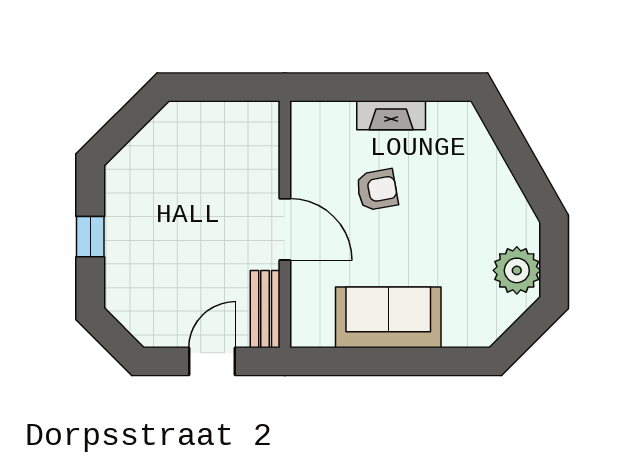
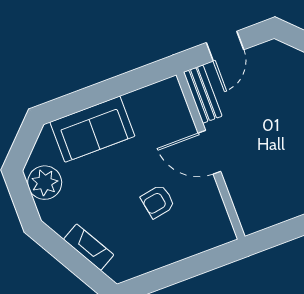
fireplace: (391, 115) -> (89, 247), moved, turned 60
sofa: (388, 317) -> (92, 129), moved

